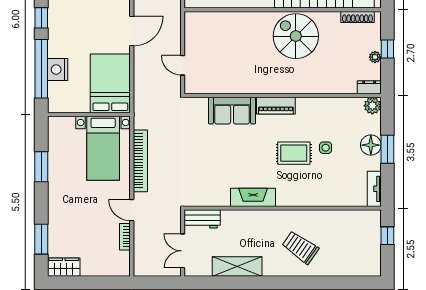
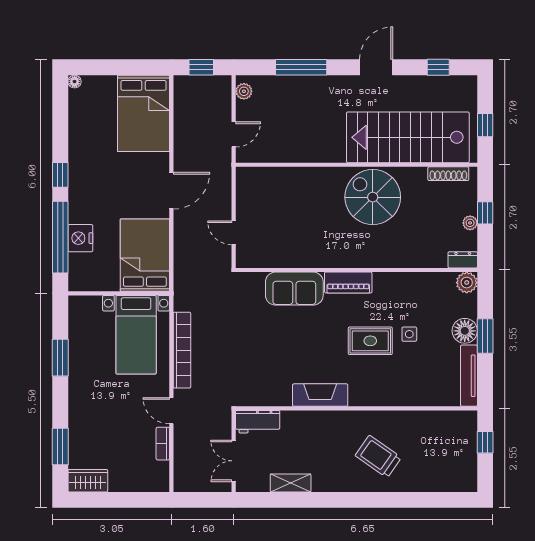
tv unit: (374, 189) -> (469, 376), width x1.41
shelving: (237, 267) -> (291, 483), width x0.67, depth x0.75

